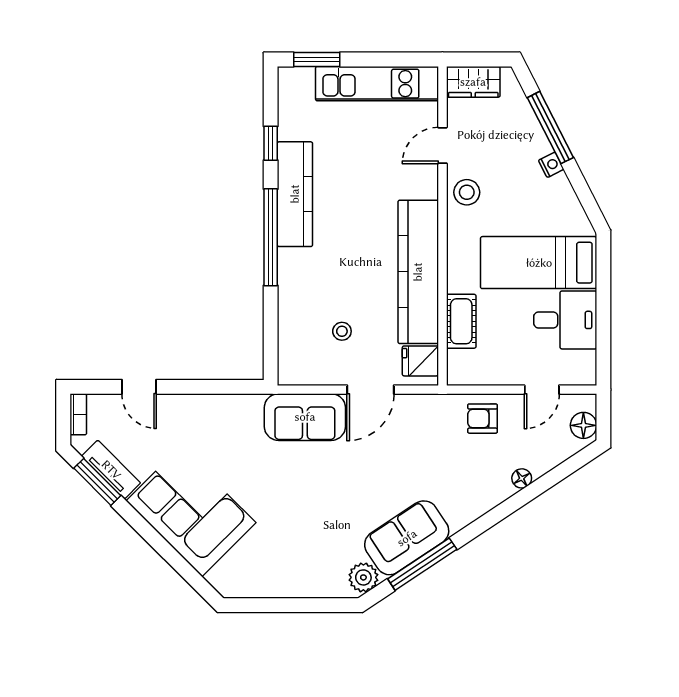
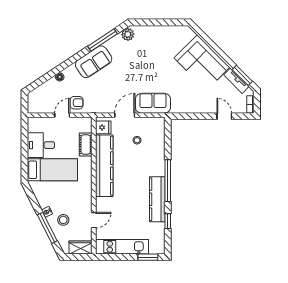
stool: (467, 192) -> (63, 220), moved
door: (542, 390) -> (62, 115), moved
floor lamp: (583, 425) -> (33, 100), removed
sofa: (407, 538) -> (94, 62), moved

